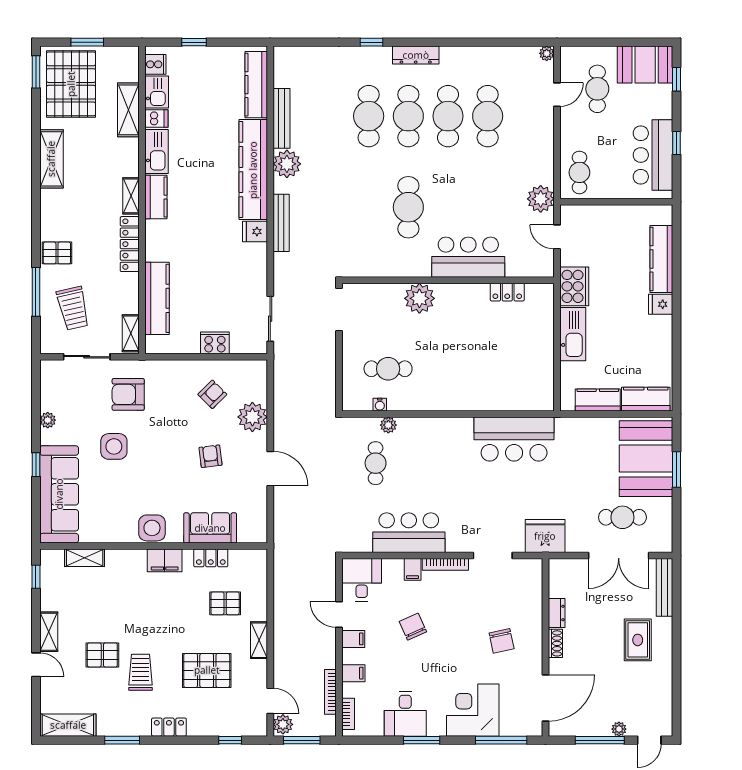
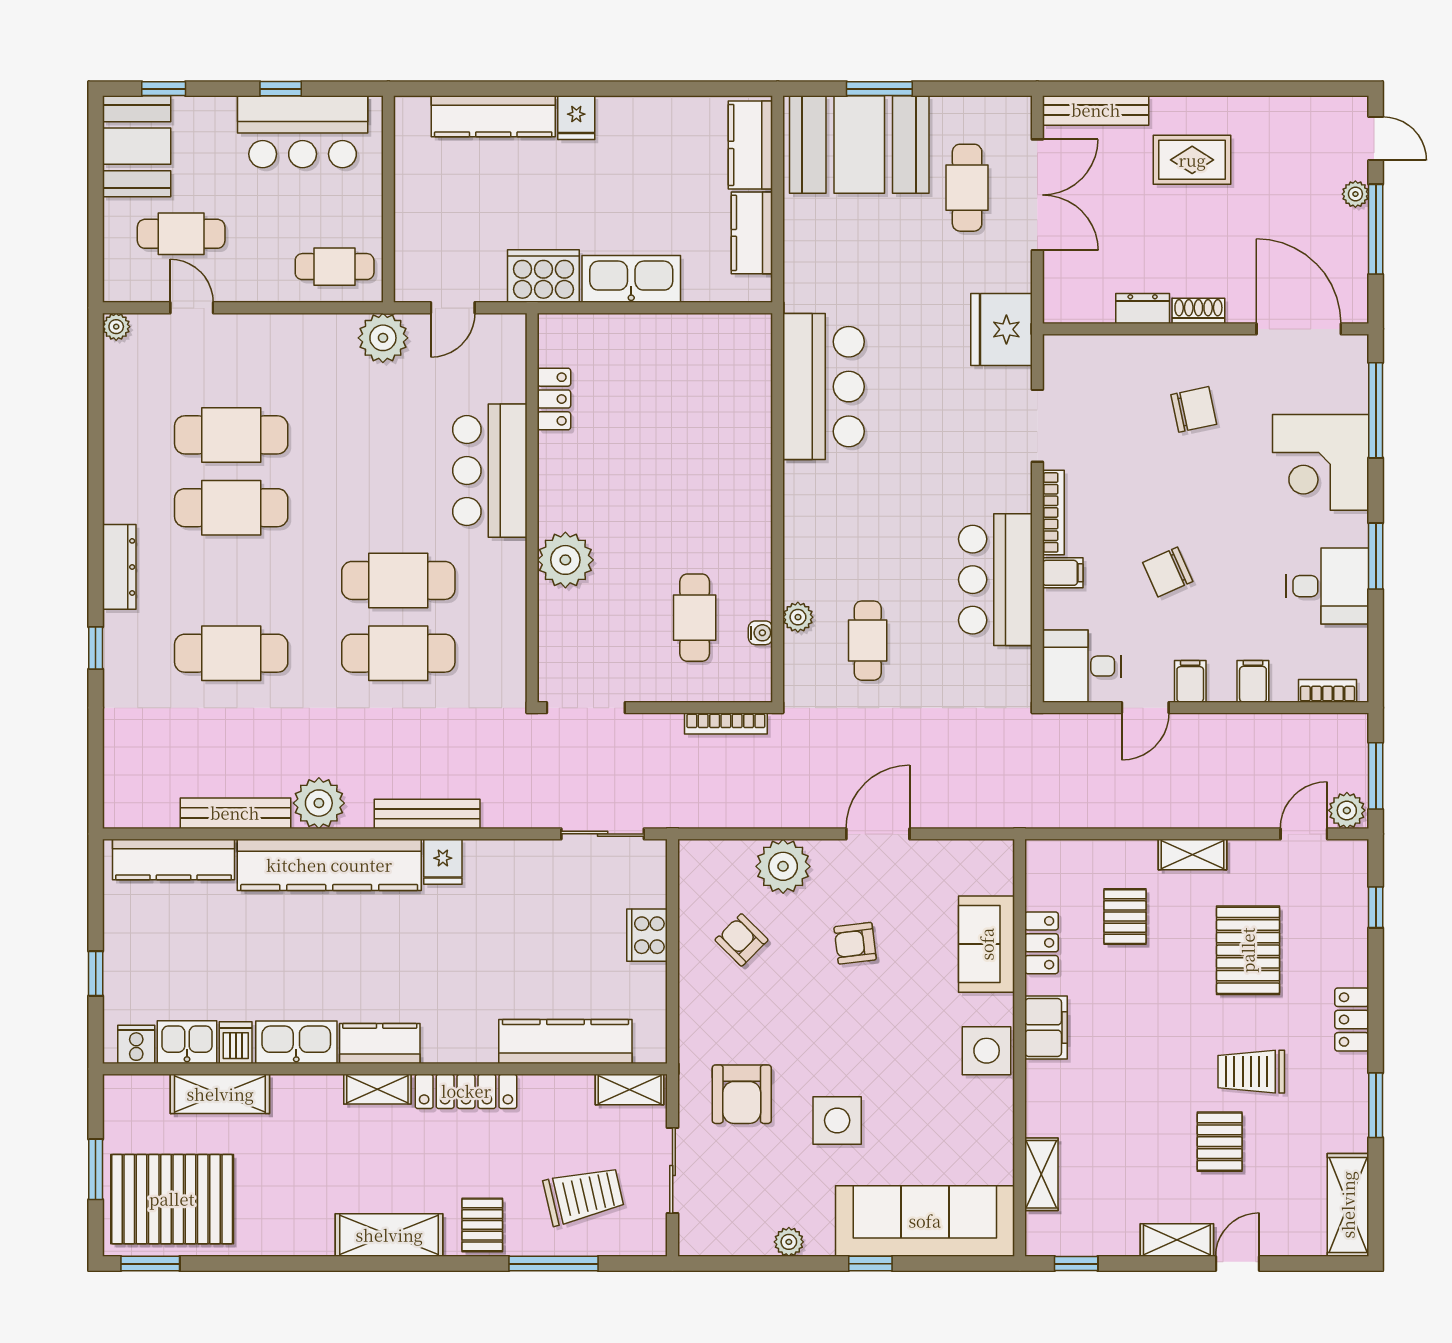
cafe table: (408, 116) -> (398, 653), moved
shelving: (51, 159) -> (389, 1235), moved
cafe table: (376, 463) -> (868, 641), turned 90
bookcase: (330, 692) -> (726, 723), moved

